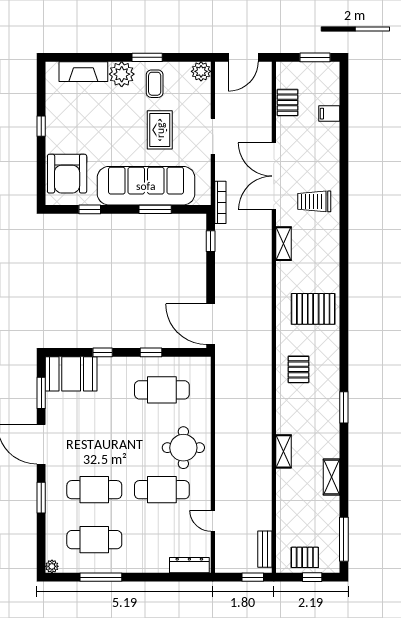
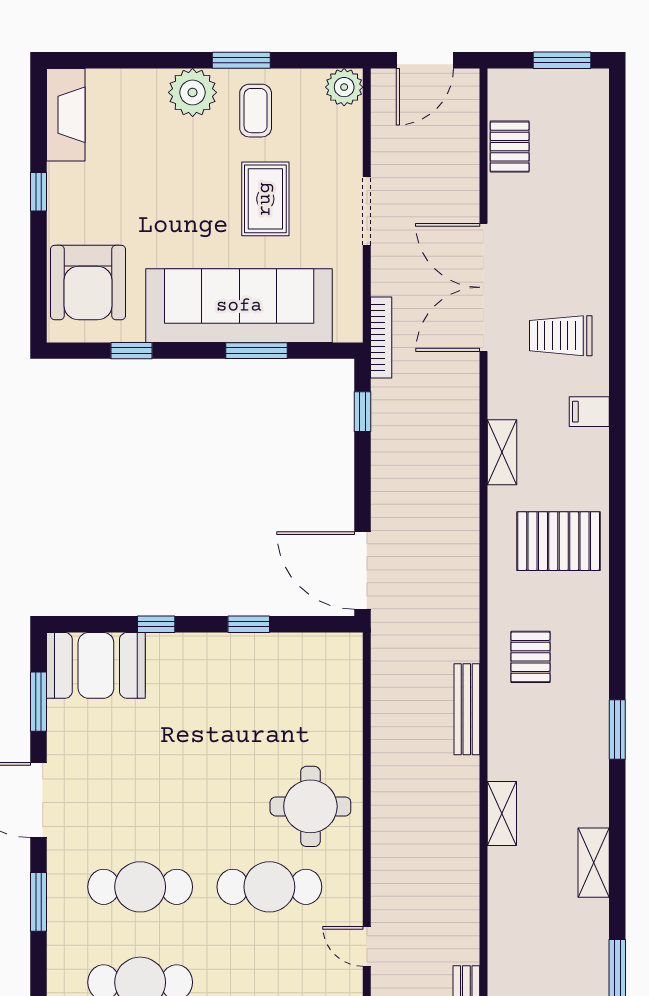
fireplace: (83, 72) -> (66, 115), moved, turned -90
filing cabinet: (329, 114) -> (589, 412), moved
shelving: (284, 244) -> (502, 452), moved
cafe table: (162, 390) -> (269, 696), removed
bench: (265, 397) -> (467, 709), added

